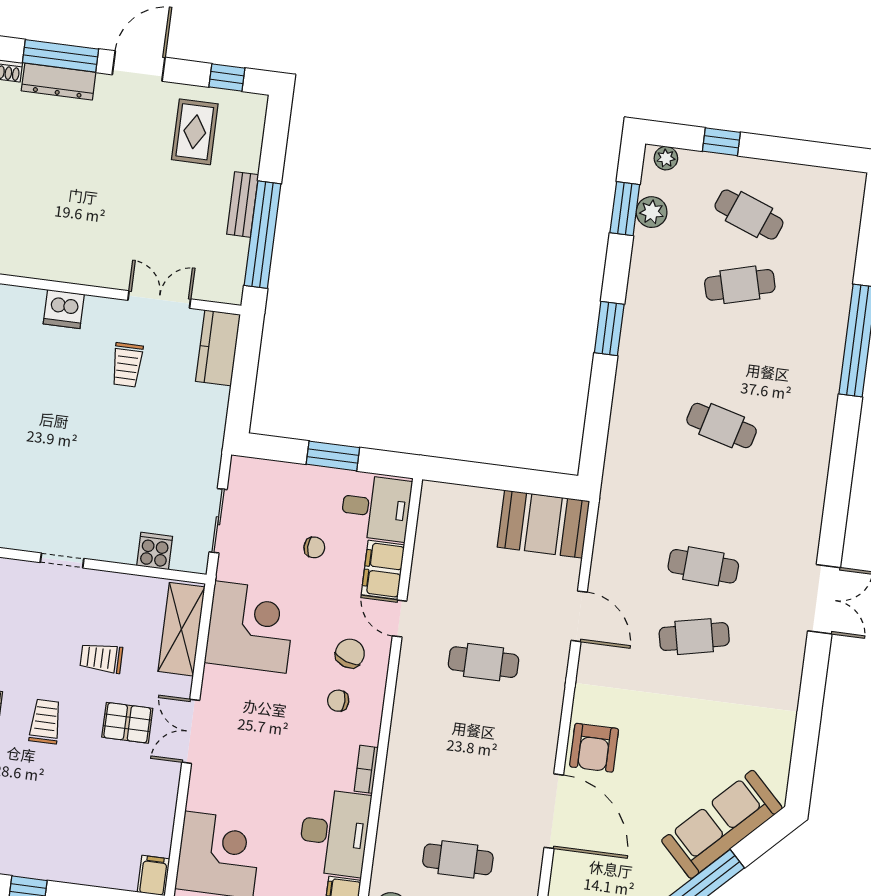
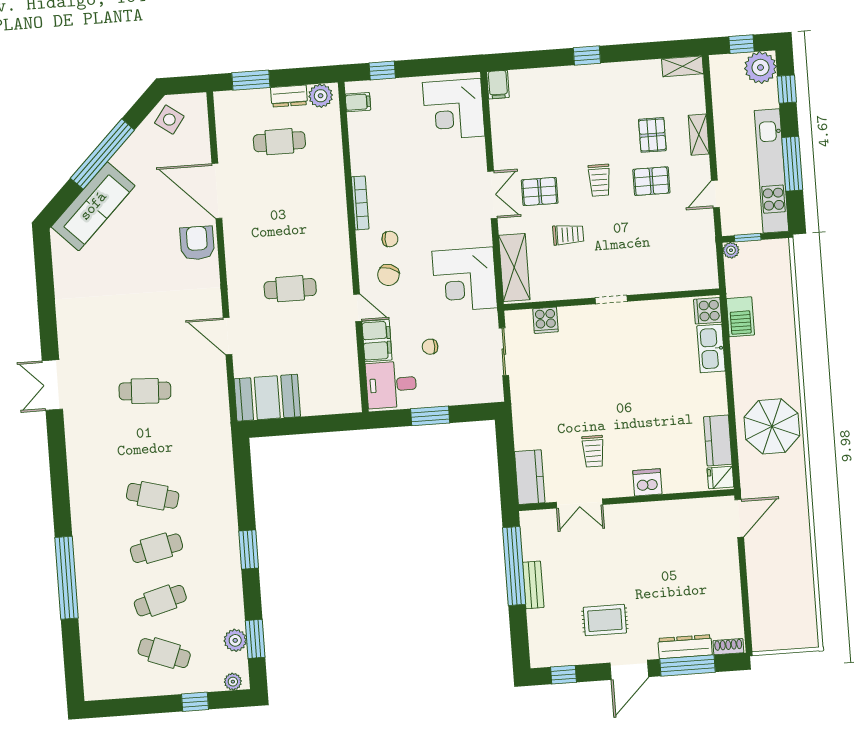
rug: (195, 132) -> (605, 620), moved, turned 90
trolley: (127, 365) -> (593, 451), turned 180
cafe table: (694, 637) -> (156, 548), moved
bookcase: (366, 769) -> (360, 203), width x1.56
desk: (334, 833) -> (373, 143), removed

